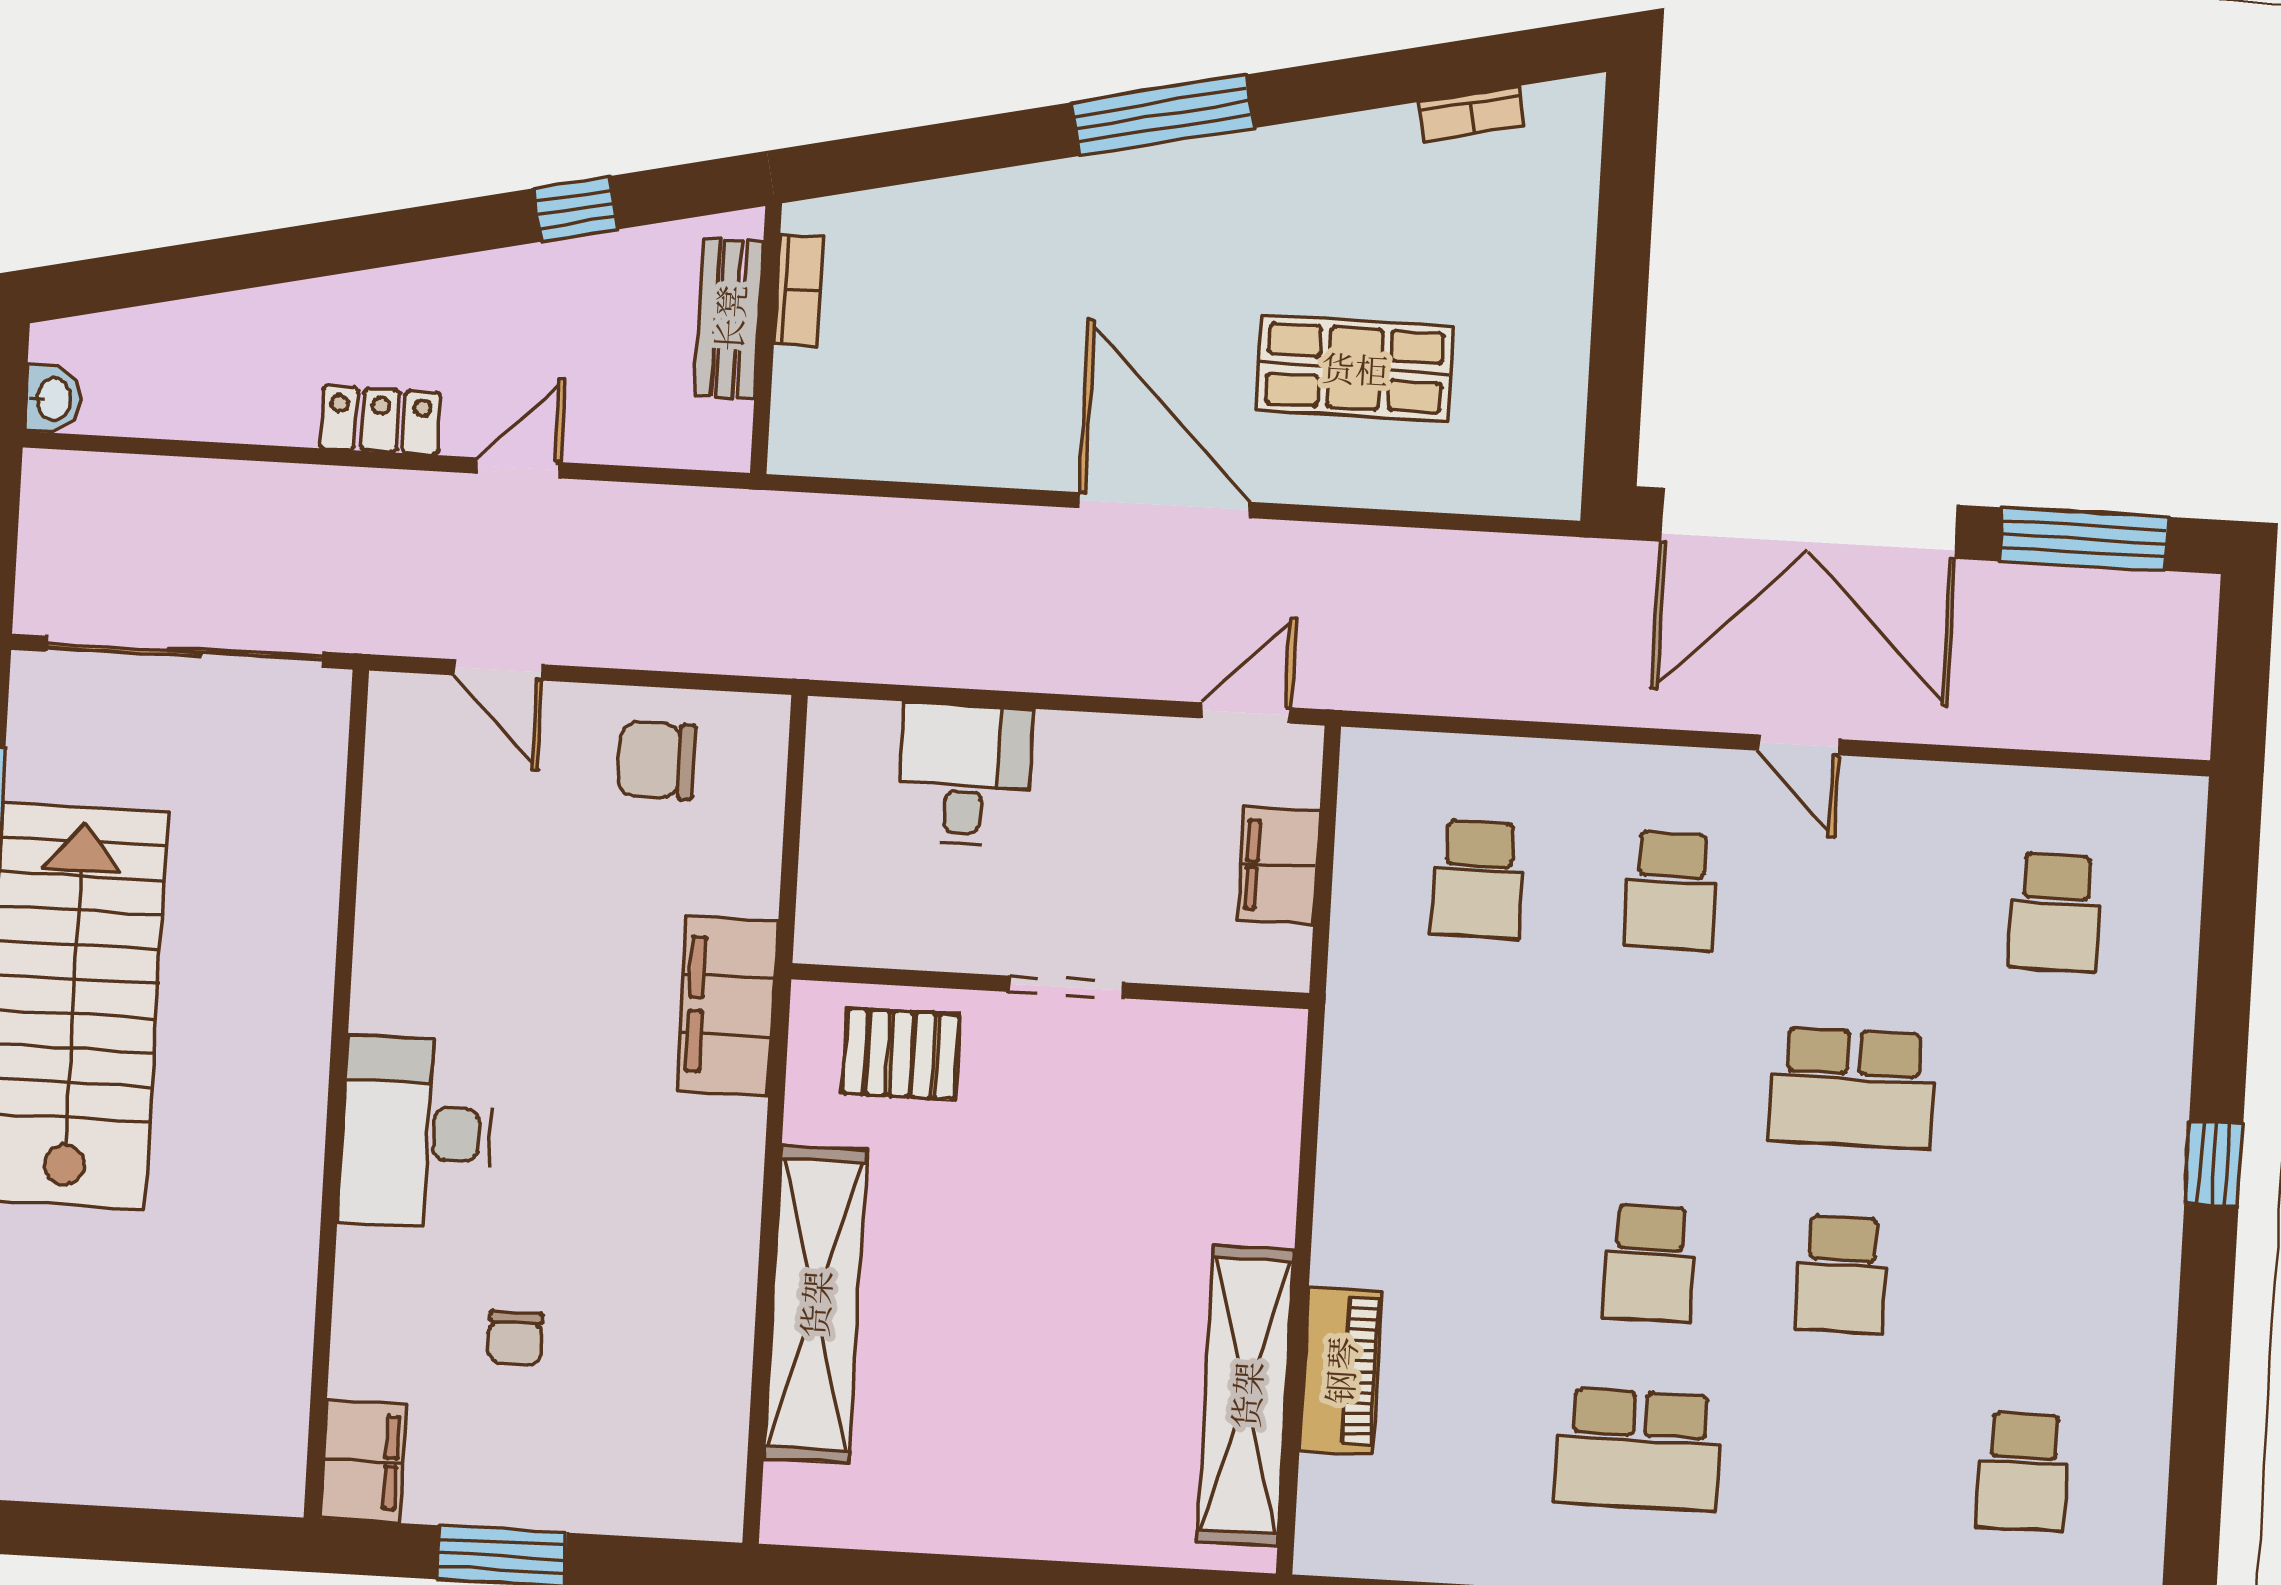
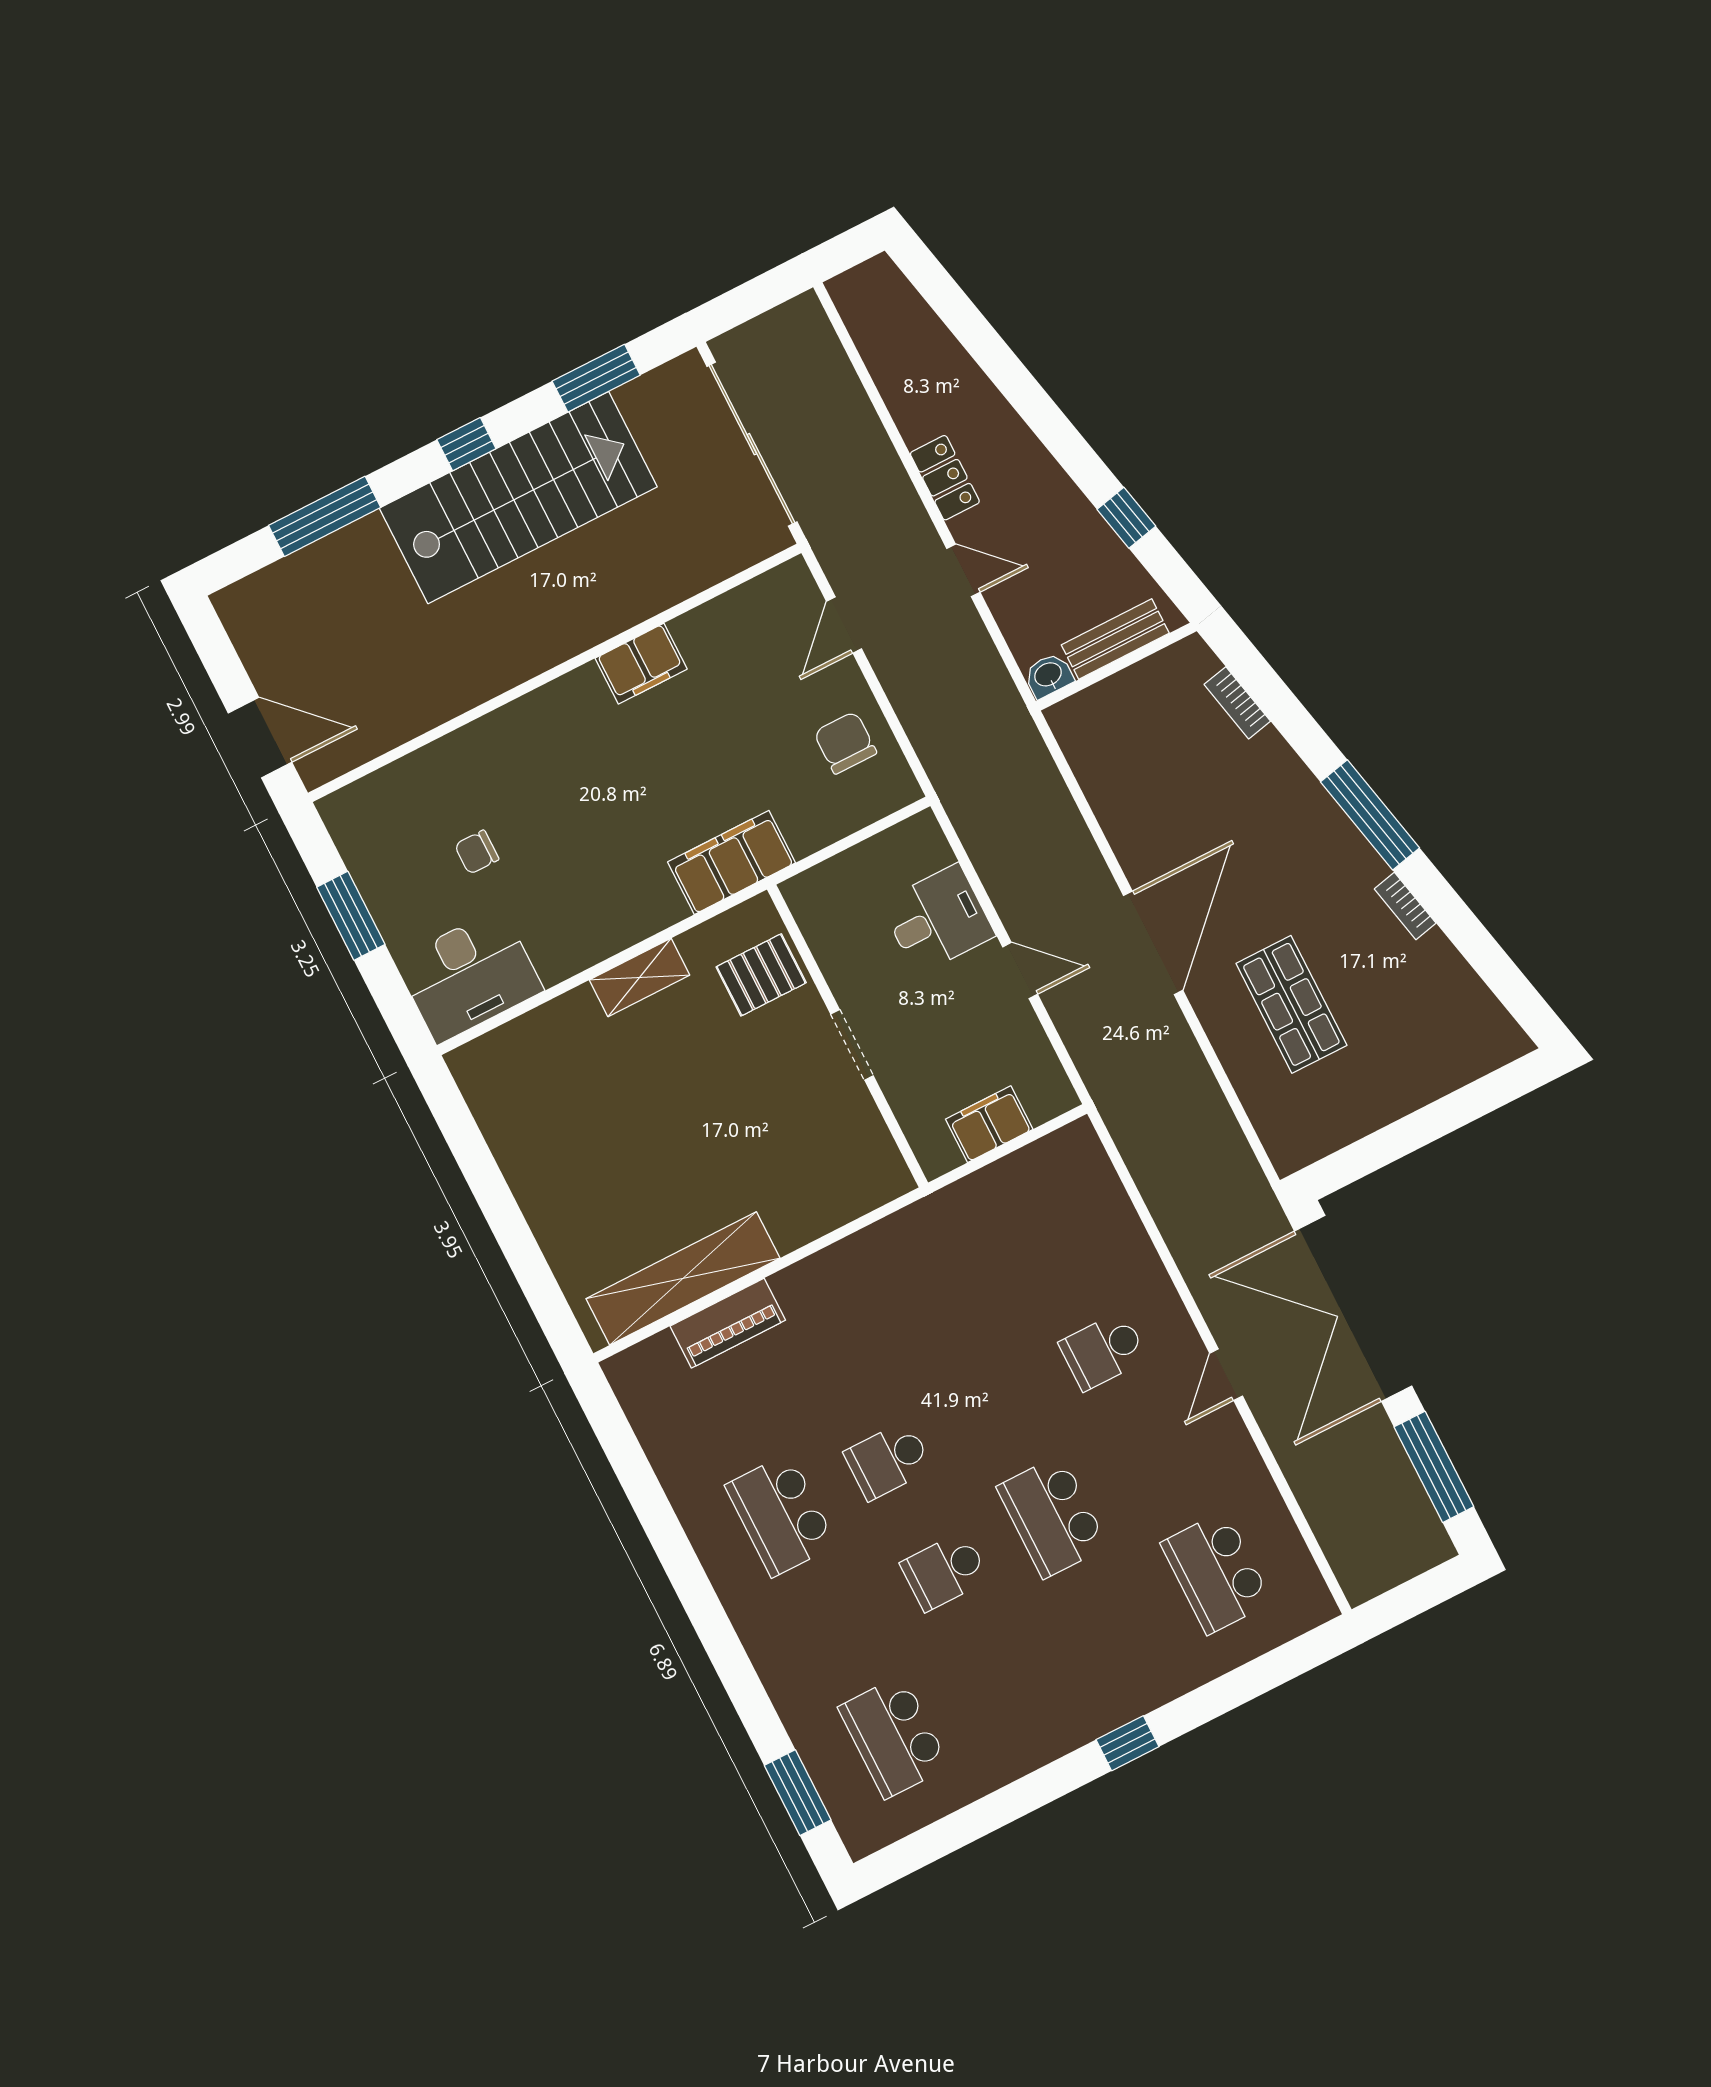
bookcase: (1471, 114) -> (1405, 906), moved
bookcase: (799, 290) -> (1237, 703), moved, turned 78
washbasin: (52, 399) -> (1048, 675), moved, turned 180
door: (1246, 713) -> (1020, 971), moved
school desk: (1478, 879) -> (1047, 1240), removed
school desk: (2055, 913) -> (1216, 1573), width x1.85
pallet: (901, 1054) -> (761, 975), turned 90
desk: (416, 1132) -> (469, 976), moved, turned 180
shelving: (815, 1304) -> (640, 977), width x0.45, depth x0.75
filing cabinet: (363, 1461) -> (641, 664), moved
school desk: (2023, 1472) -> (894, 1737), width x1.85
door: (193, 1538) -> (260, 738), added

